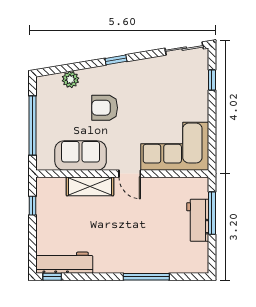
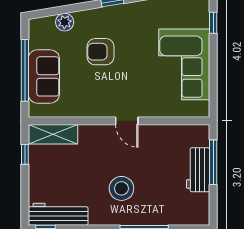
corner sofa: (175, 146) -> (184, 64), moved, turned -90
sofa: (81, 156) -> (44, 76), moved, turned 90
shelving: (90, 186) -> (53, 134), moved
stool: (125, 238) -> (121, 188), added

